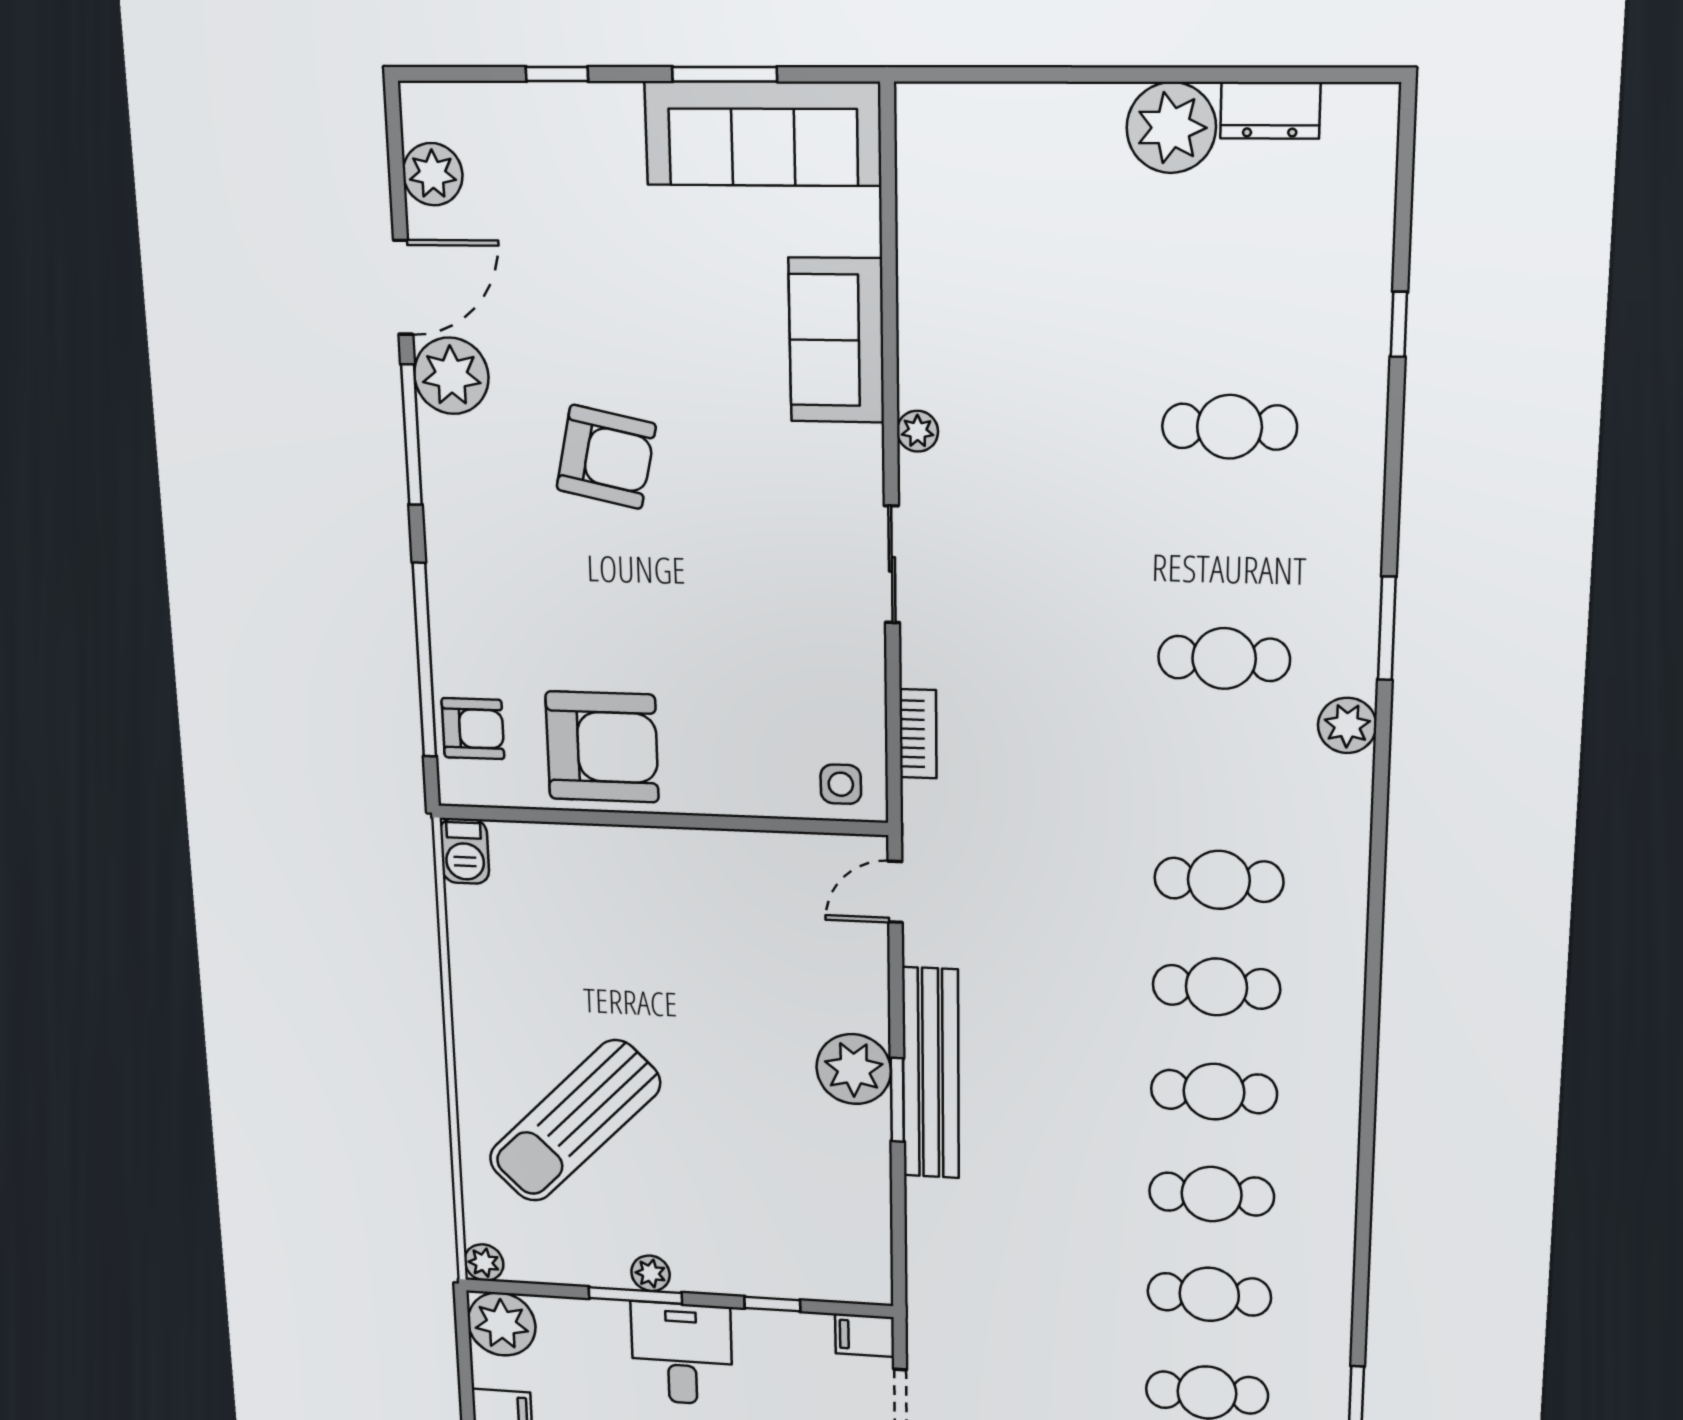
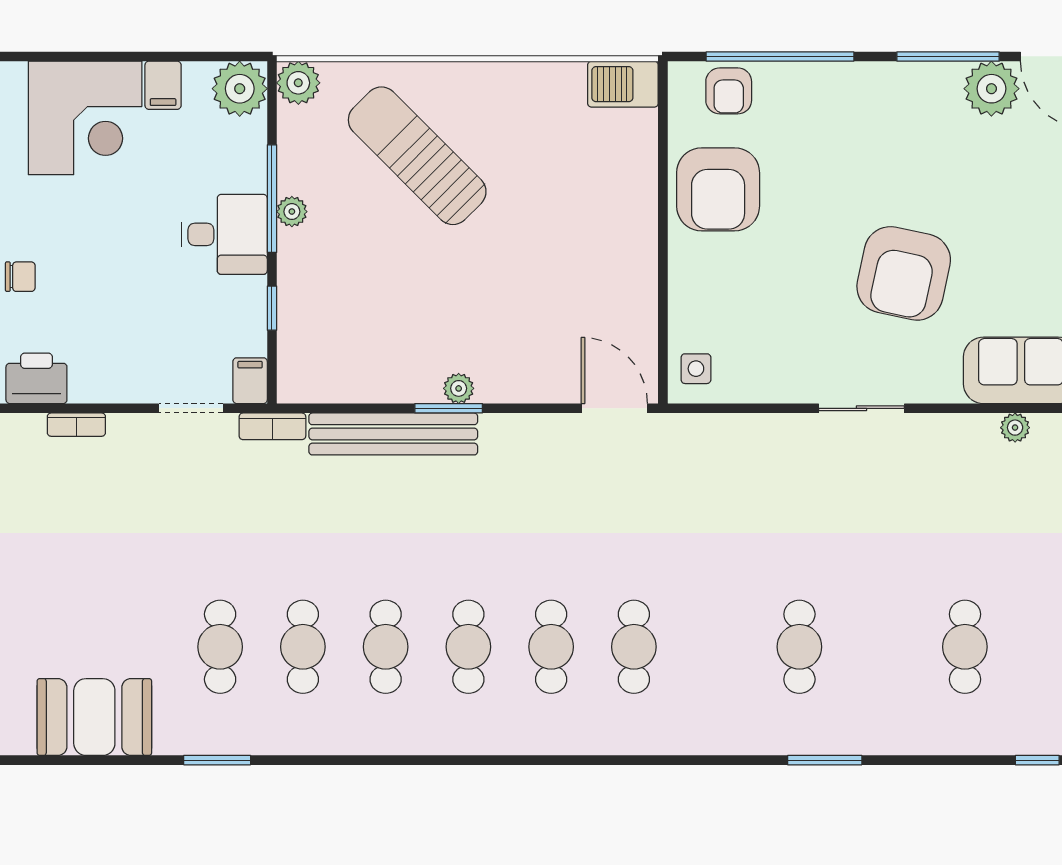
plant: (918, 431) -> (1015, 428), moved
armchair: (606, 457) -> (904, 273), moved, width x1.36, depth x1.36
plant: (1347, 725) -> (753, 735), removed
bookcase: (918, 734) -> (272, 426), moved
barbecue: (465, 851) -> (623, 84), width x1.38, depth x1.27
door: (895, 892) -> (614, 408), width x1.38
plant: (854, 1069) -> (459, 388), width x0.53, depth x0.53
bench: (931, 1073) -> (393, 434), moved
plant: (484, 1262) -> (298, 83), width x1.38, depth x1.38
window: (635, 1295) -> (272, 199), width x1.44

